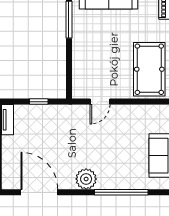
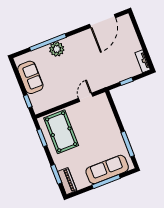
plant: (86, 179) -> (57, 49), moved
door: (39, 192) -> (103, 21), hinge flipped

